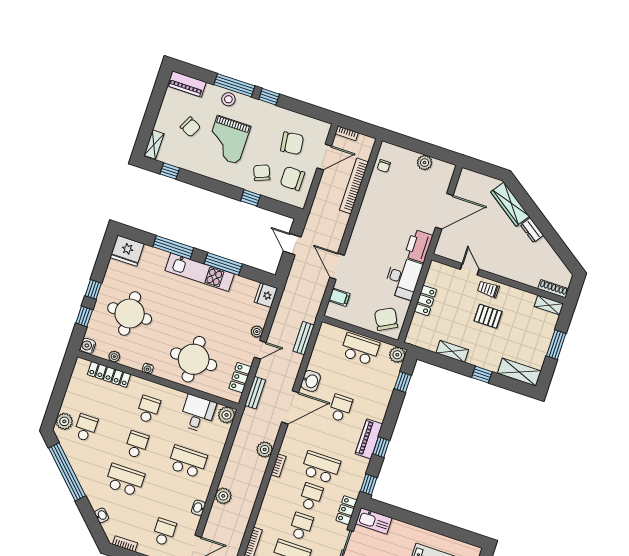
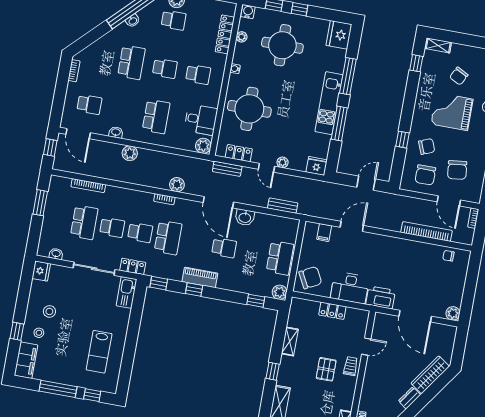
plant: (425, 163) -> (453, 313), moved
chair: (292, 178) -> (425, 175), turned 180
washbasin: (102, 515) -> (133, 21), moved

